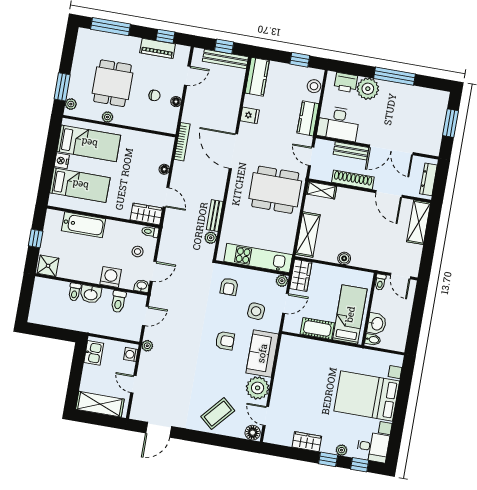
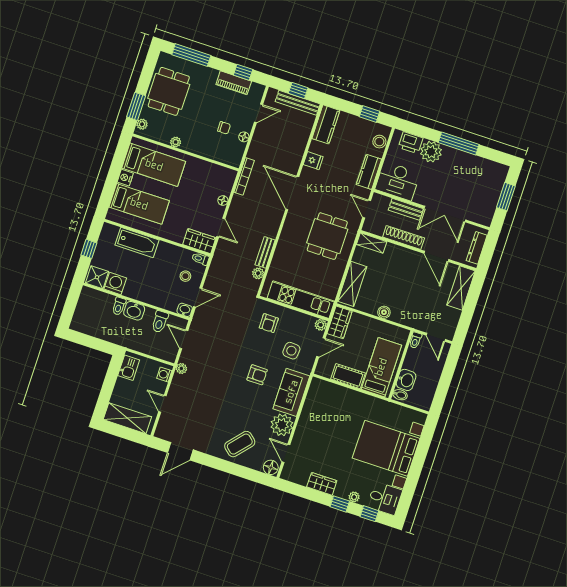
dining table: (112, 83) -> (169, 91), moved
dining table: (275, 190) -> (327, 236), width x0.73
washing machine: (111, 277) -> (115, 283), moved
door: (145, 316) -> (184, 339), swing flipped

